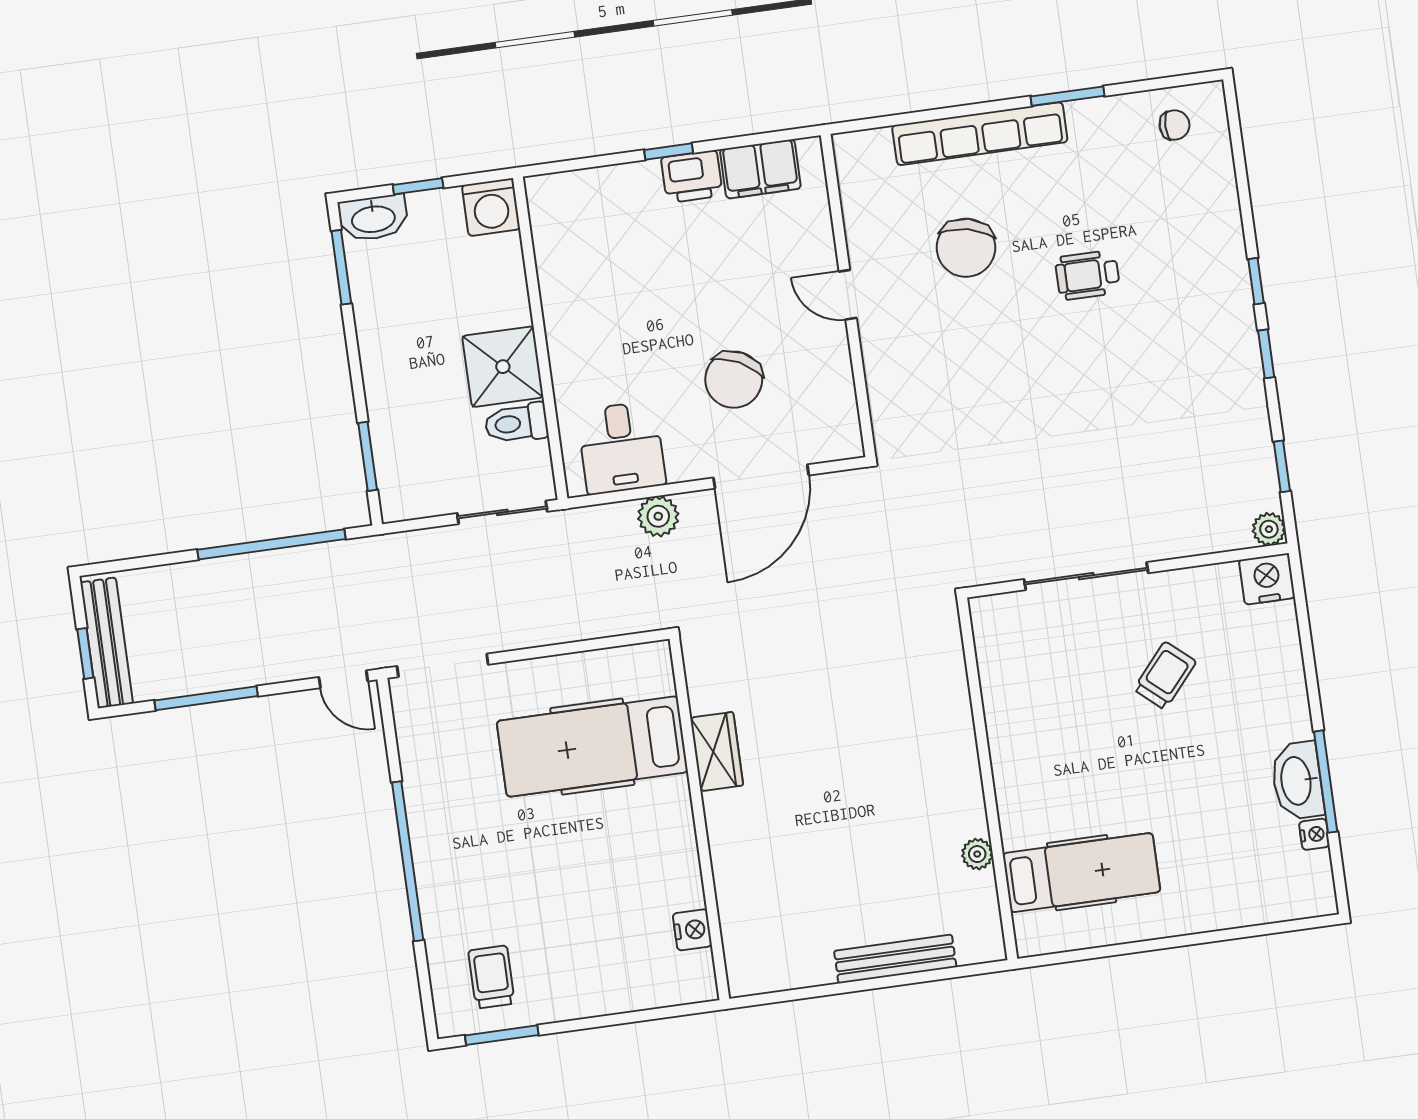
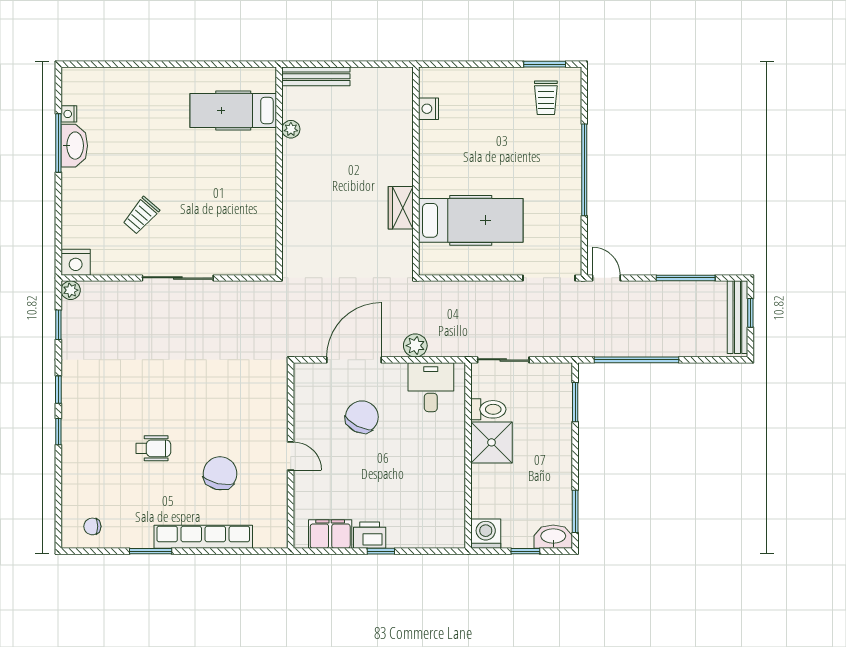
wall: (987, 779) -> (279, 171), moved
plant: (977, 854) -> (291, 129), moved
hospital bed: (1082, 873) -> (233, 111), moved

